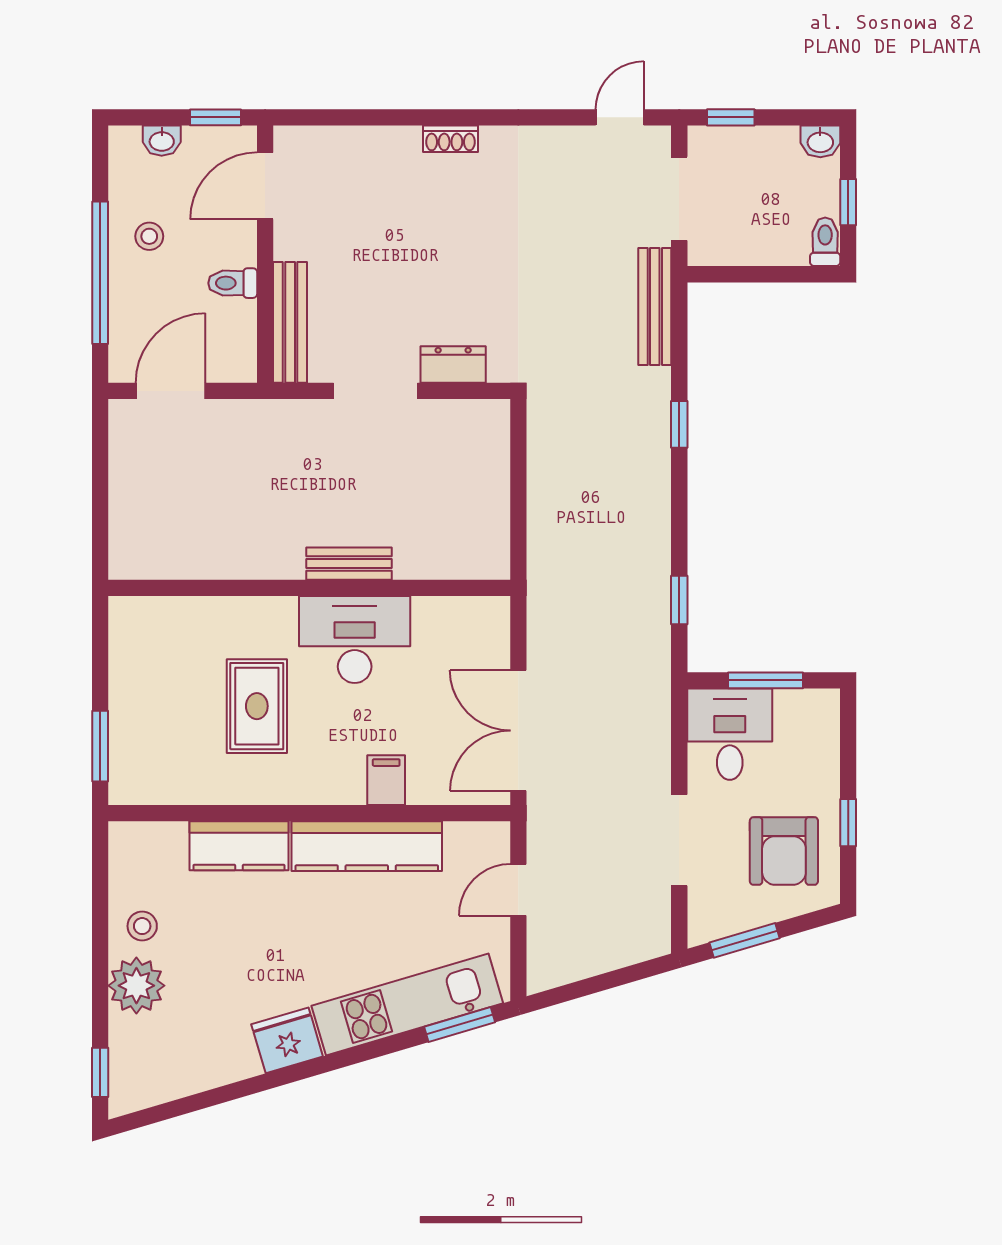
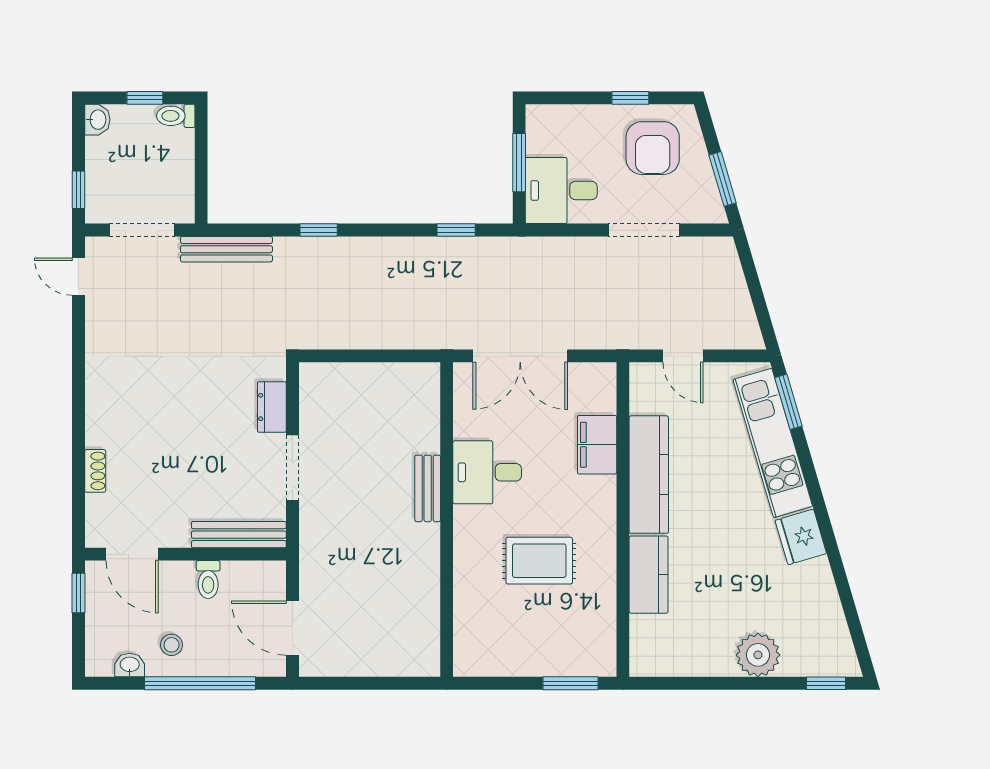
shoe rack: (451, 139) -> (95, 471), moved
washbasin: (162, 141) -> (130, 665), moved, turned -90
desk: (355, 640) -> (487, 472), width x0.73
double door: (518, 731) -> (520, 356), moved
filing cabinet: (386, 780) -> (597, 445), width x2.00
armchair: (784, 851) -> (653, 148), turned 90
stool: (142, 926) -> (711, 650), removed

